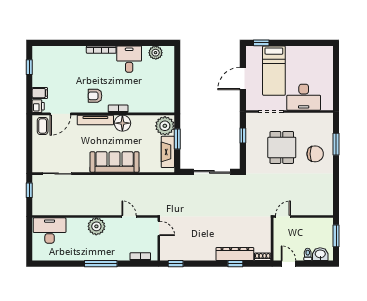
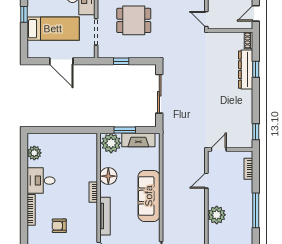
window: (261, 43) -> (24, 14), moved
armchair: (95, 96) -> (59, 226), moved, turned 90
floor lamp: (122, 123) -> (108, 176), moved

